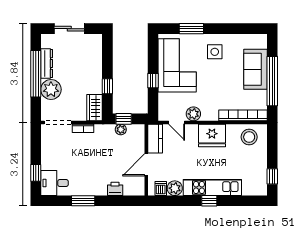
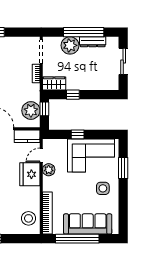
sofa: (255, 69) -> (88, 224), width x1.36
plant: (121, 129) -> (31, 111), width x1.87, depth x1.87
fridge: (212, 135) -> (30, 174), moved

